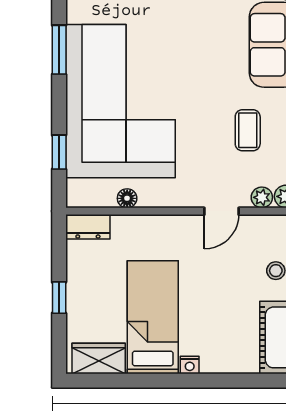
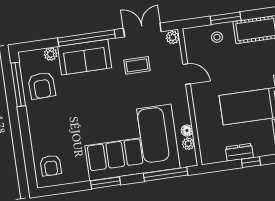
window: (59, 152) -> (166, 174), width x2.17
plant: (262, 197) -> (188, 144), moved
dresser: (88, 227) -> (239, 152), moved, turned -90

